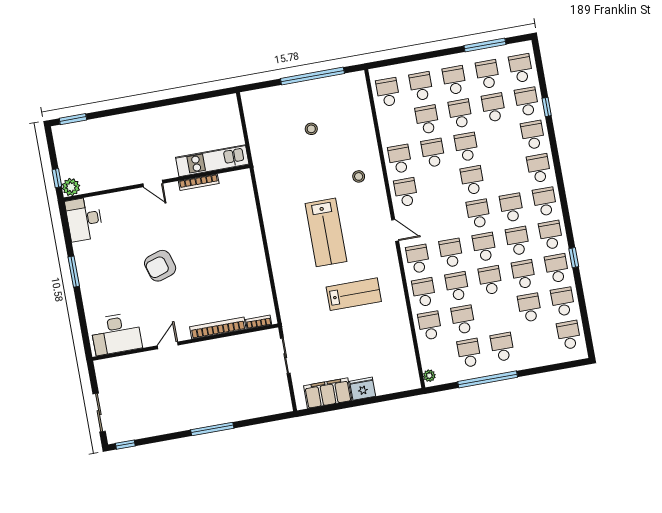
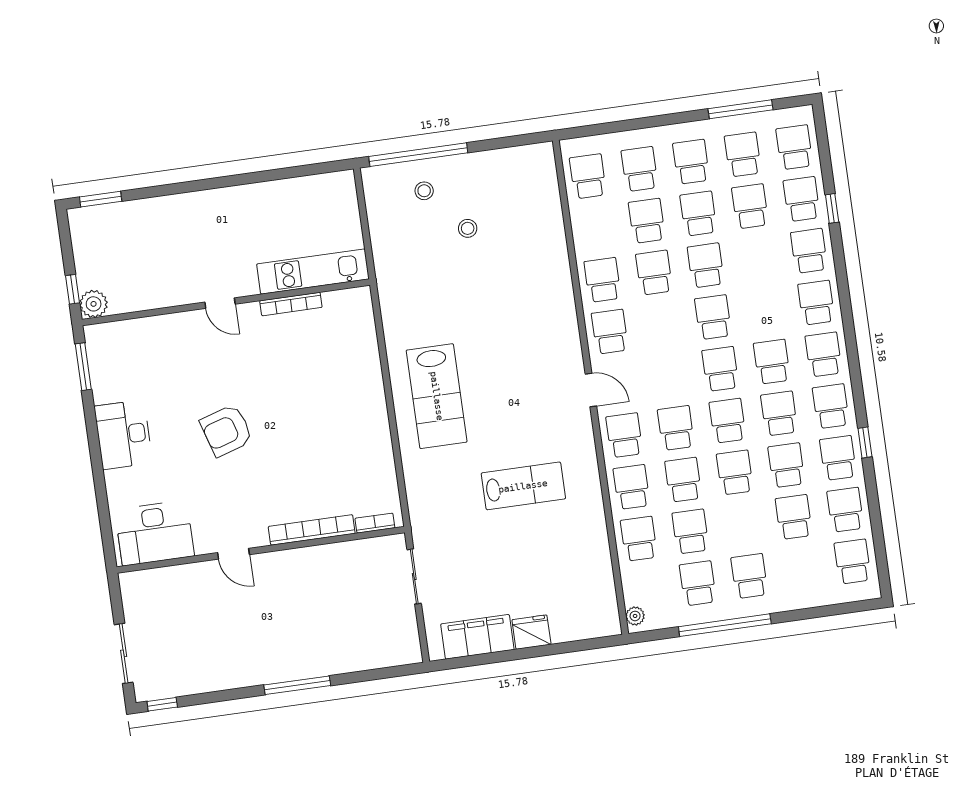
window: (312, 76) -> (418, 155), moved
stool: (359, 176) -> (424, 191), moved
desk: (84, 219) -> (123, 435), moved
lab bench: (326, 232) -> (437, 396), moved
window: (74, 272) -> (83, 367), moved
door: (168, 345) -> (234, 554), swing flipped

